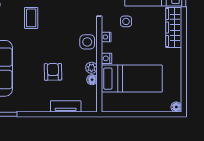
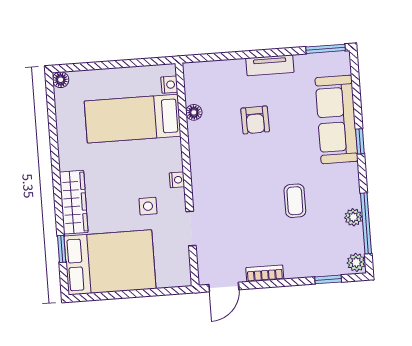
side table: (87, 42) -> (206, 170), removed
nightstand: (107, 58) -> (169, 85), moved
plant: (91, 68) -> (196, 131), removed
tv unit: (66, 106) -> (270, 65), moved

